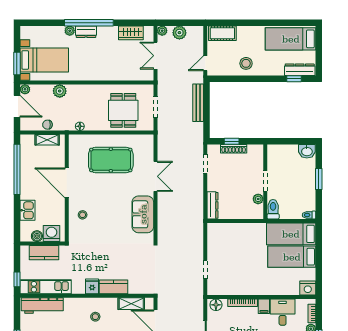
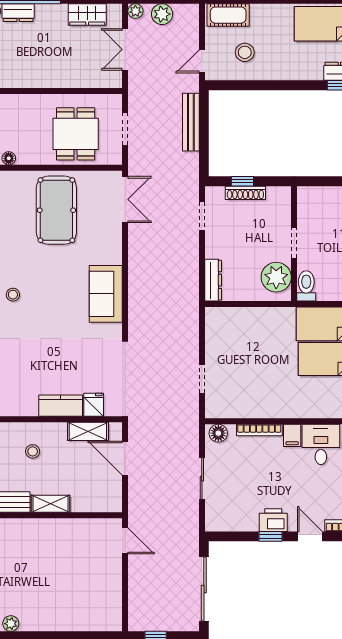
stool: (246, 63) -> (245, 52), moved
pool table: (111, 160) -> (56, 210), turned 90
double door: (155, 176) -> (125, 199), moved
plant: (258, 199) -> (276, 277), width x1.88, depth x1.88
fridge: (92, 286) -> (94, 405), moved

